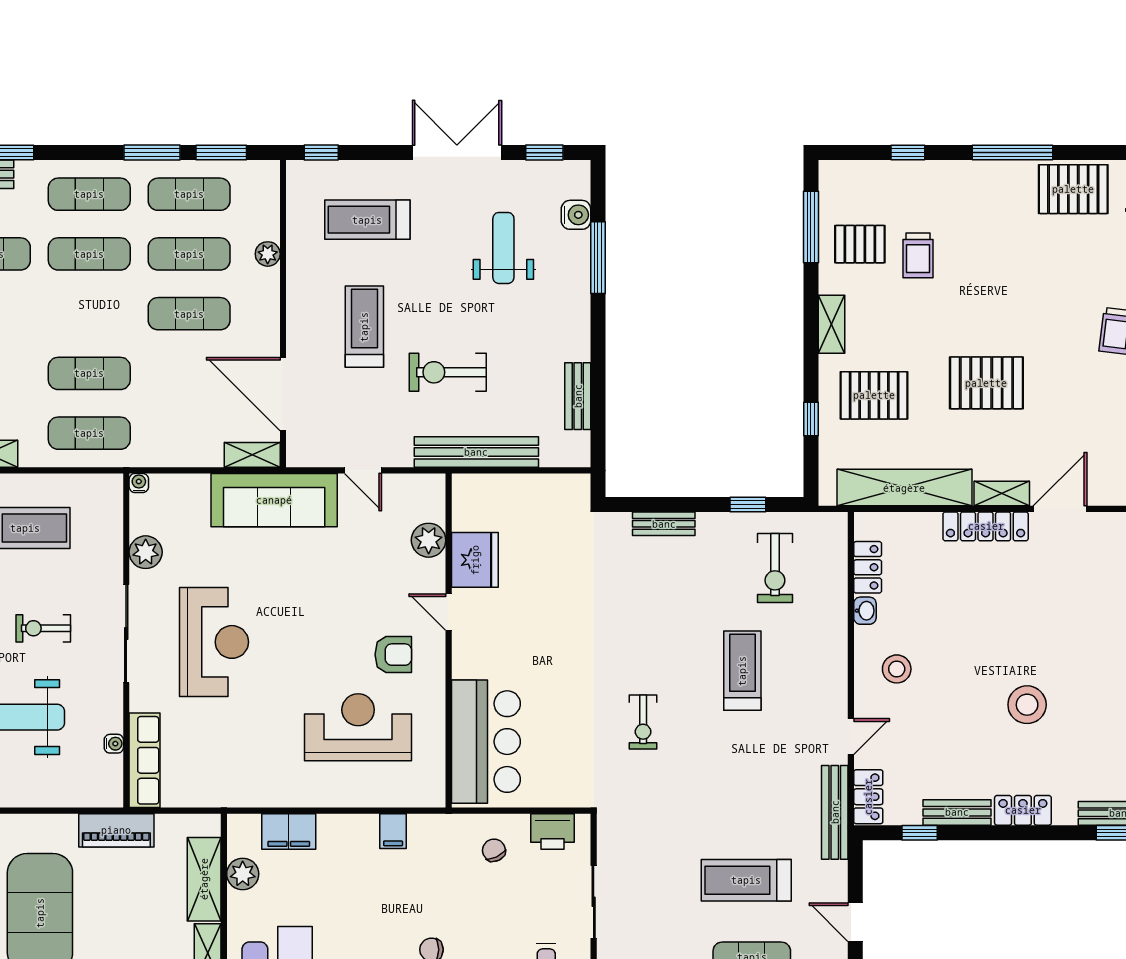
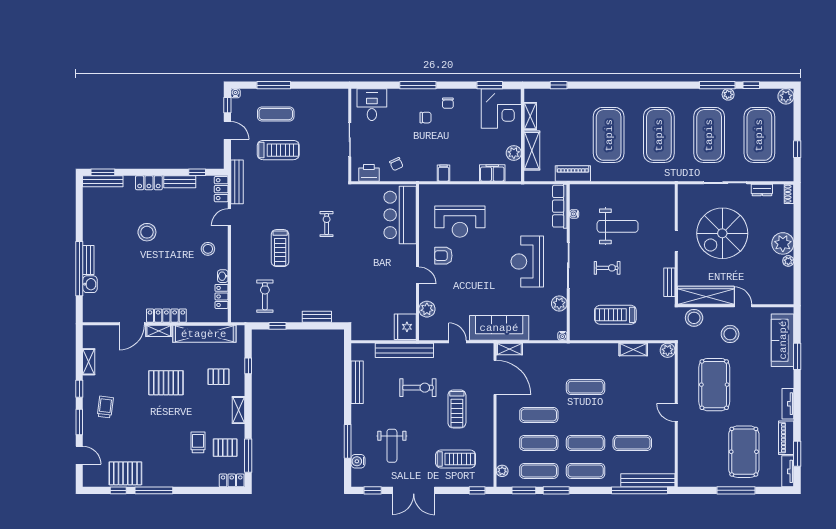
window: (908, 153) -> (118, 490), moved
locker: (846, 174) -> (232, 480), added
plant: (268, 254) -> (502, 471), moved
pallet: (874, 395) -> (219, 377), width x0.67, depth x0.71
bench: (578, 396) -> (357, 382), width x1.36
exercise mat: (89, 433) -> (586, 359), removed
fridge: (475, 560) -> (405, 327), moved

